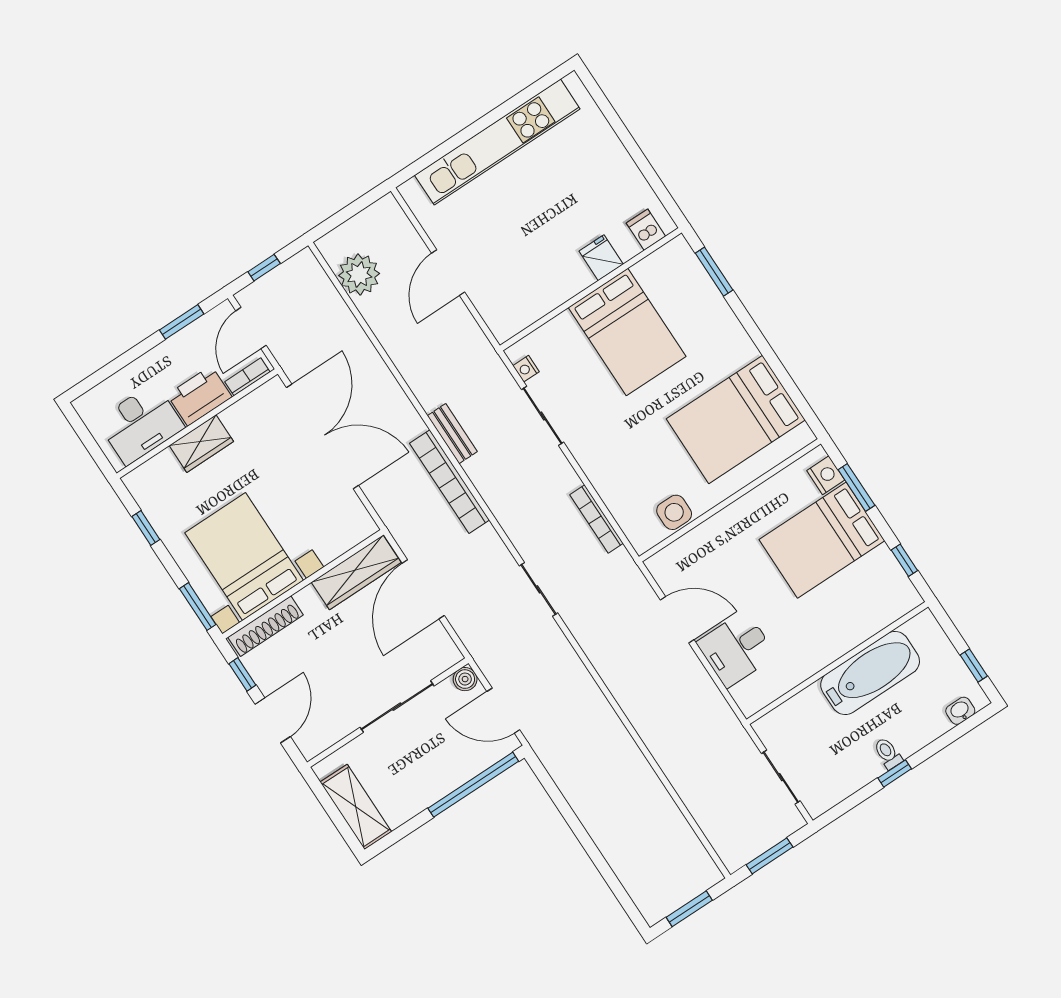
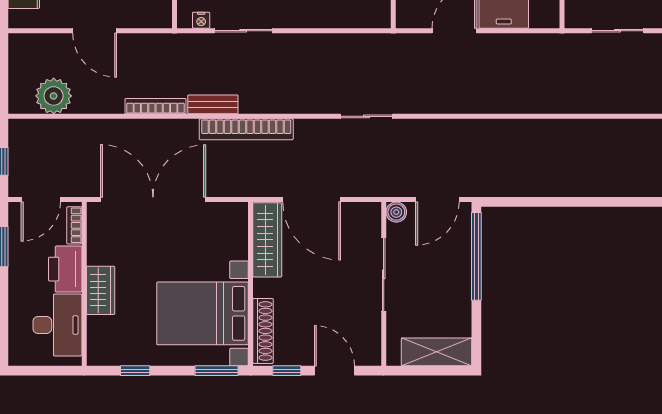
door: (251, 328) -> (41, 200), hinge flipped
bookcase: (597, 519) -> (156, 106), moved, turned 180

